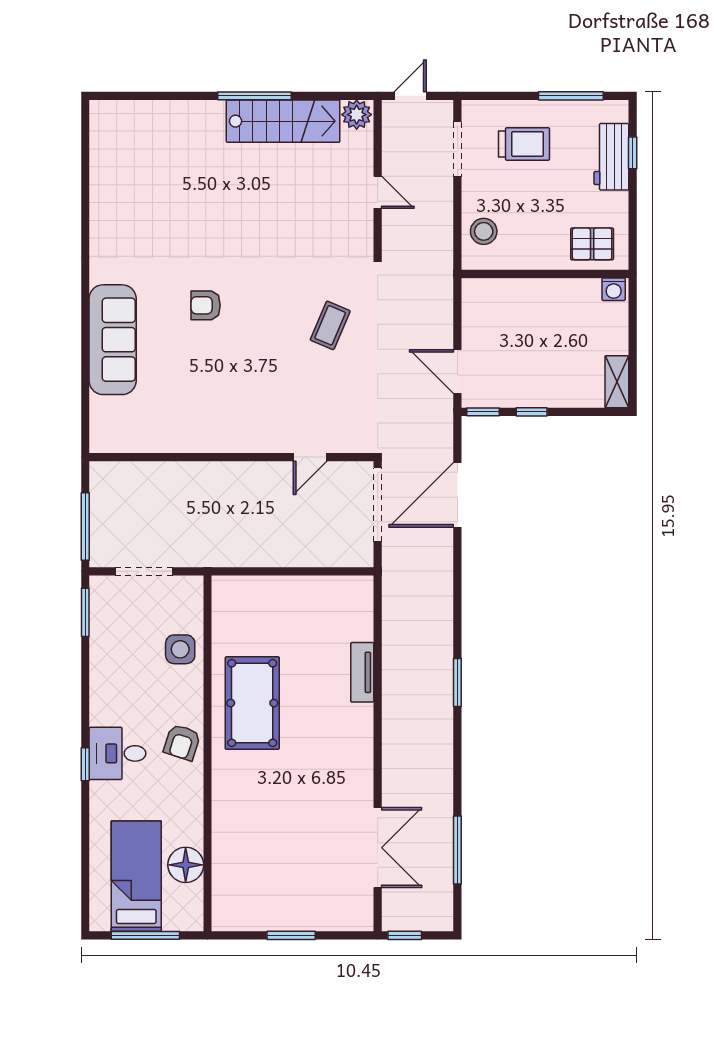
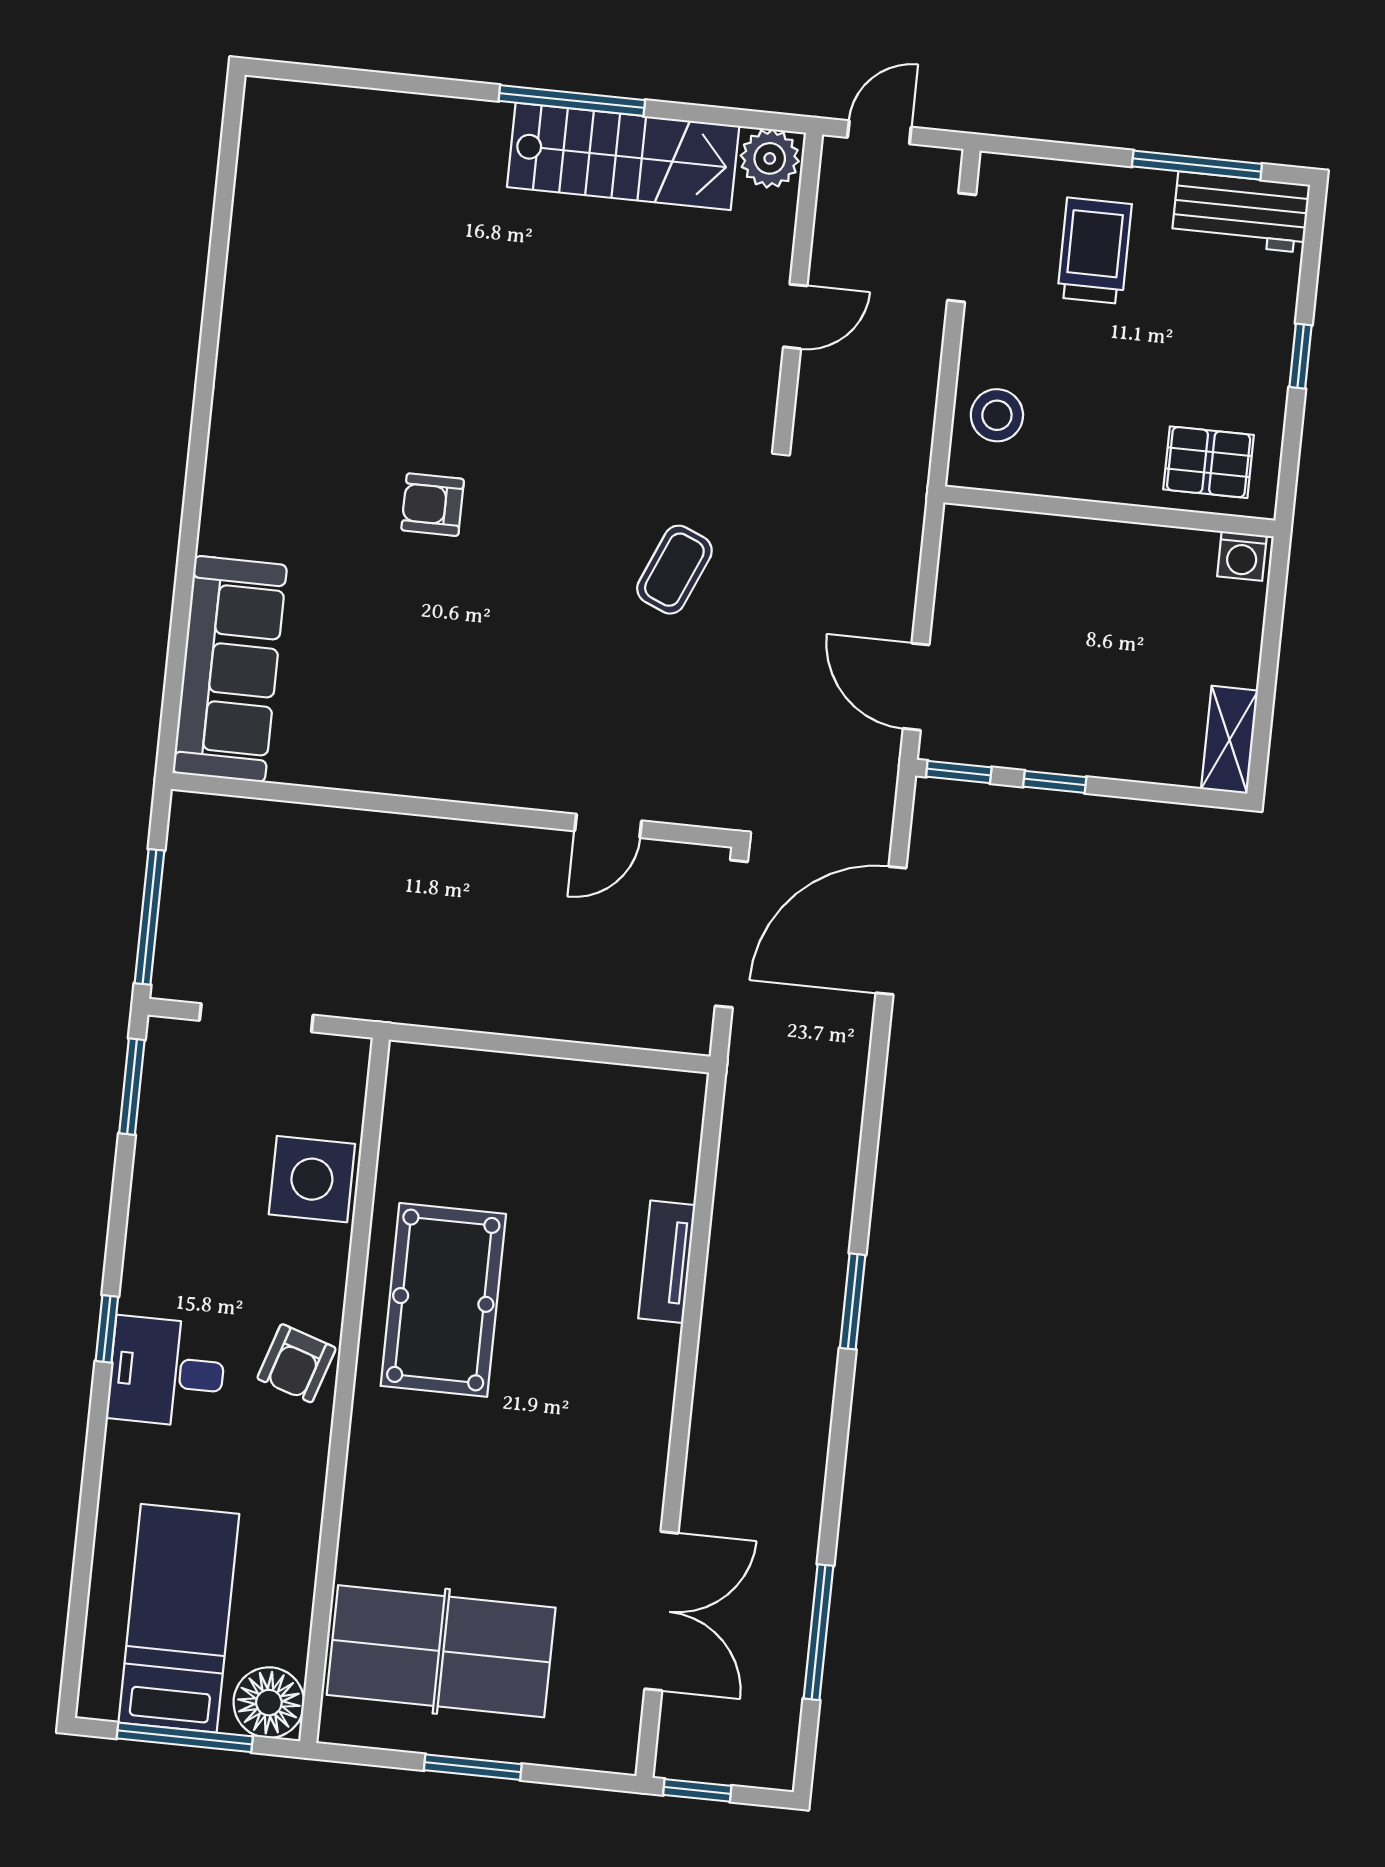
trolley: (524, 144) -> (1094, 251), turned -90
window: (633, 153) -> (1301, 356), moved
workbench: (611, 157) -> (1241, 212), moved, turned -90
door: (378, 192) -> (795, 316), hinge flipped
sofa: (113, 340) -> (230, 669), moved
side table: (180, 649) -> (312, 1179), width x1.37, depth x1.37
window: (85, 764) -> (107, 1329), moved
floor lamp: (186, 865) -> (269, 1703), moved
table tennis table: (269, 879) -> (441, 1651), added

